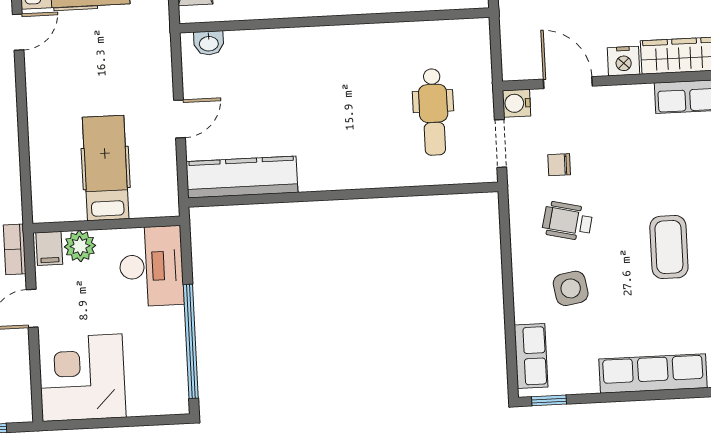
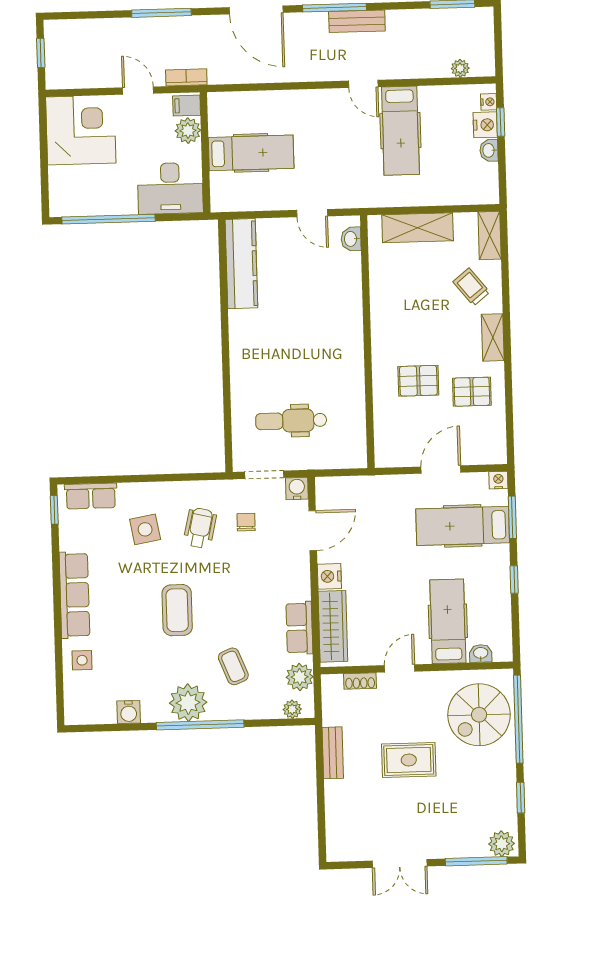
door: (179, 119) -> (312, 213), moved
coffee table: (669, 247) -> (177, 610), turned 90

